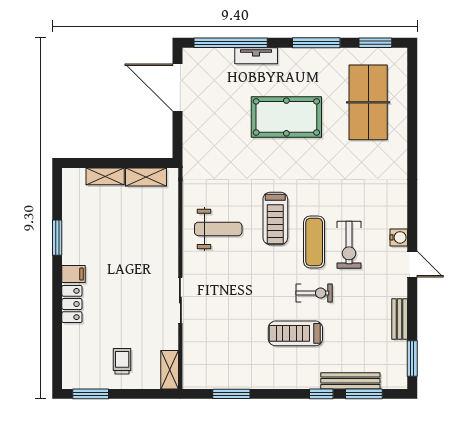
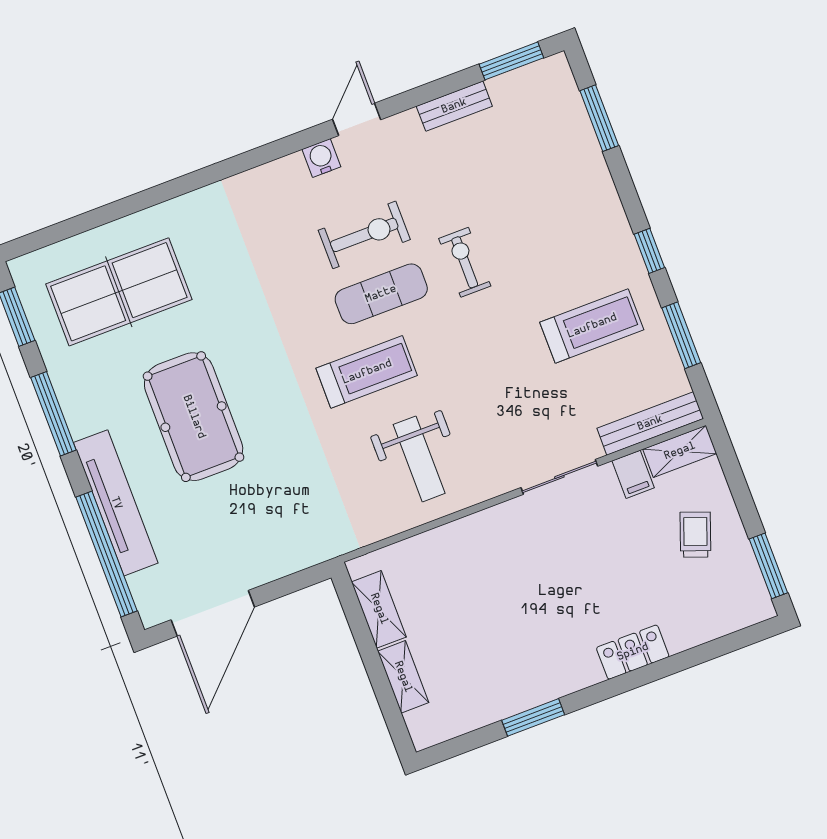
tv unit: (256, 56) -> (116, 503), width x1.92, depth x1.29
weight bench: (218, 229) -> (419, 459), turned 180
filing cabinet: (74, 274) -> (633, 474), moved, turned 180
treadmill: (295, 333) -> (592, 326), moved, turned -90
trolley: (122, 361) -> (695, 535), turned 110
bench: (350, 381) -> (650, 423), moved, turned 90
window: (321, 394) -> (649, 251), moved

